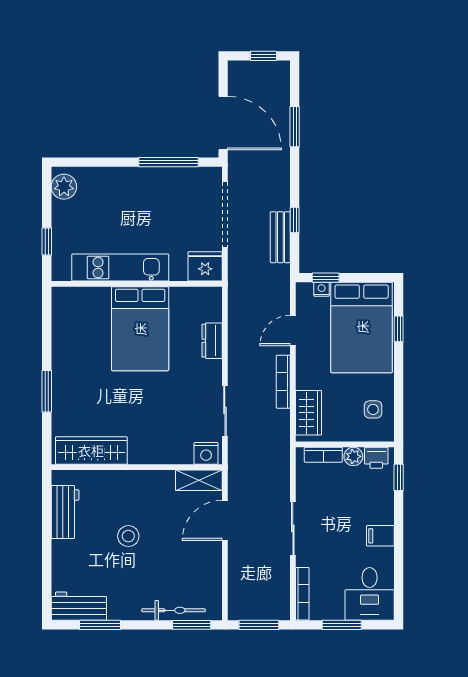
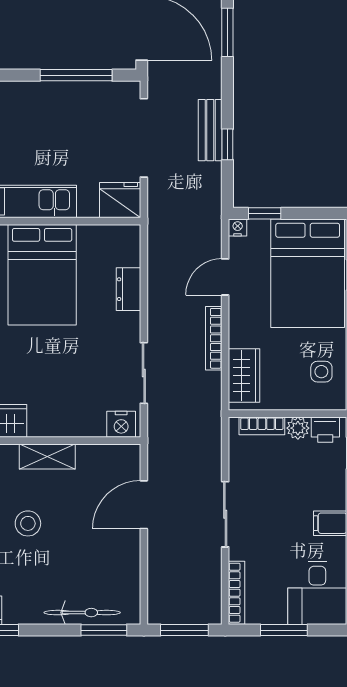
bench: (280, 237) -> (210, 130), moved
nightstand: (322, 289) -> (238, 227), moved
shelving: (199, 480) -> (47, 457), moved

